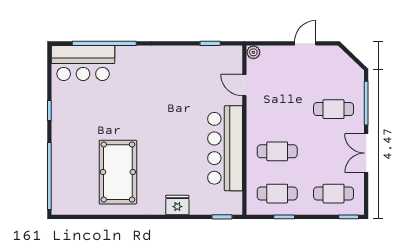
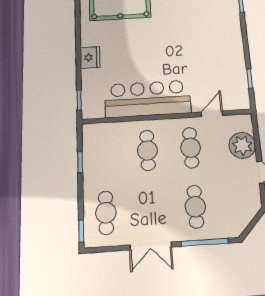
plant: (253, 52) -> (242, 145), moved, width x1.88, depth x1.88
double door: (366, 153) -> (151, 246), swing flipped
cafe table: (277, 194) -> (191, 148), moved

